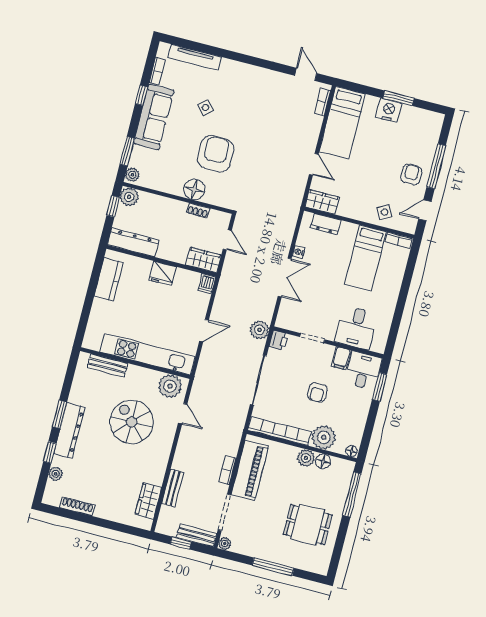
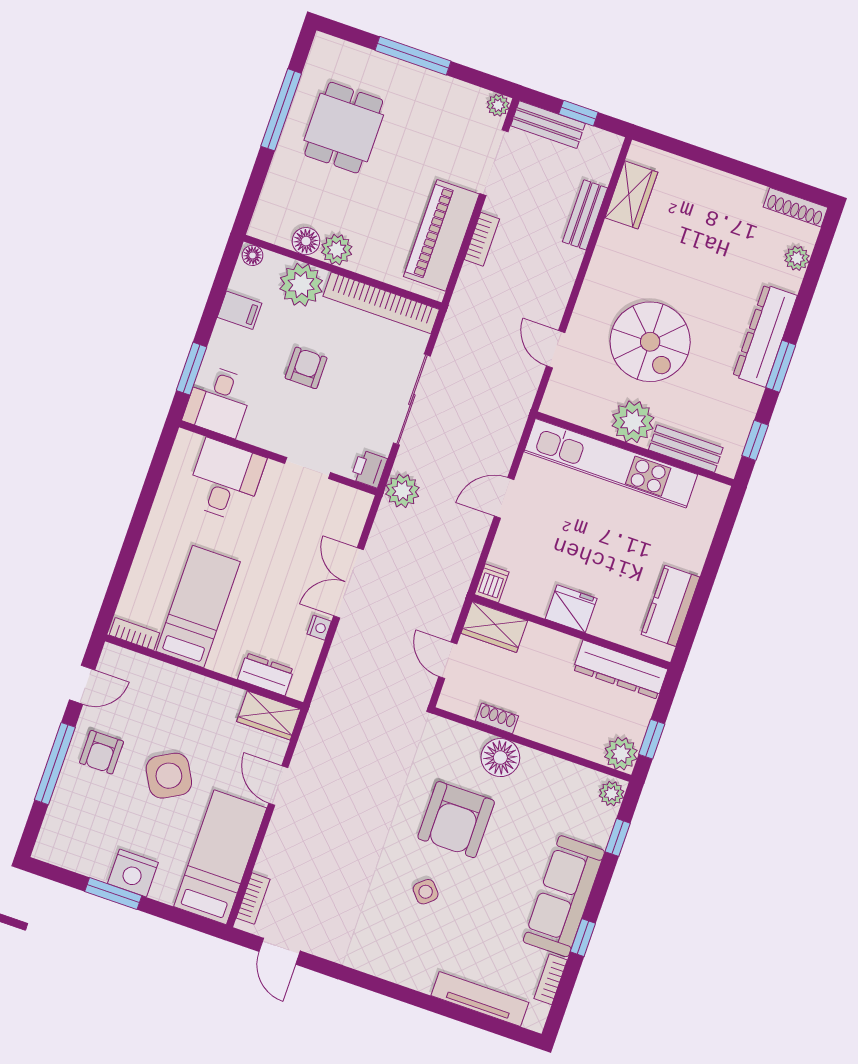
side table: (205, 107) -> (426, 892), moved
window: (127, 151) -> (618, 837), width x0.67
side table: (385, 212) -> (169, 776), moved, width x1.87, depth x1.87
filing cabinet: (341, 358) -> (240, 310), moved, turned 90
plant: (170, 386) -> (633, 422), moved
window: (50, 452) -> (755, 440), moved
window: (352, 494) -> (281, 110), moved
shoe rack: (77, 506) -> (796, 207), moved
dining table: (308, 525) -> (344, 128), turned 90

